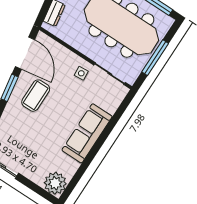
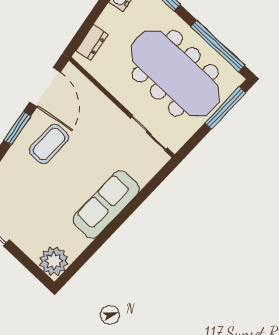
window: (155, 58) -> (225, 108), moved
side table: (81, 73) -> (113, 126), removed

